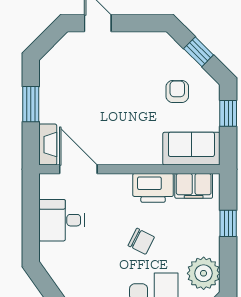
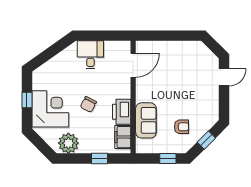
window: (31, 104) -> (174, 36), removed
fireplace: (48, 145) -> (149, 46), removed
sofa: (191, 149) -> (146, 120), moved
desk: (62, 220) -> (90, 55), moved

